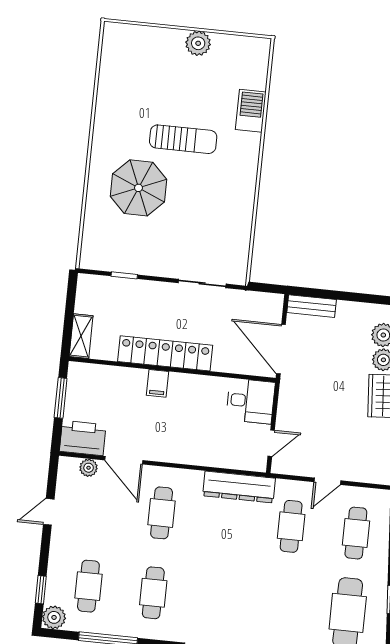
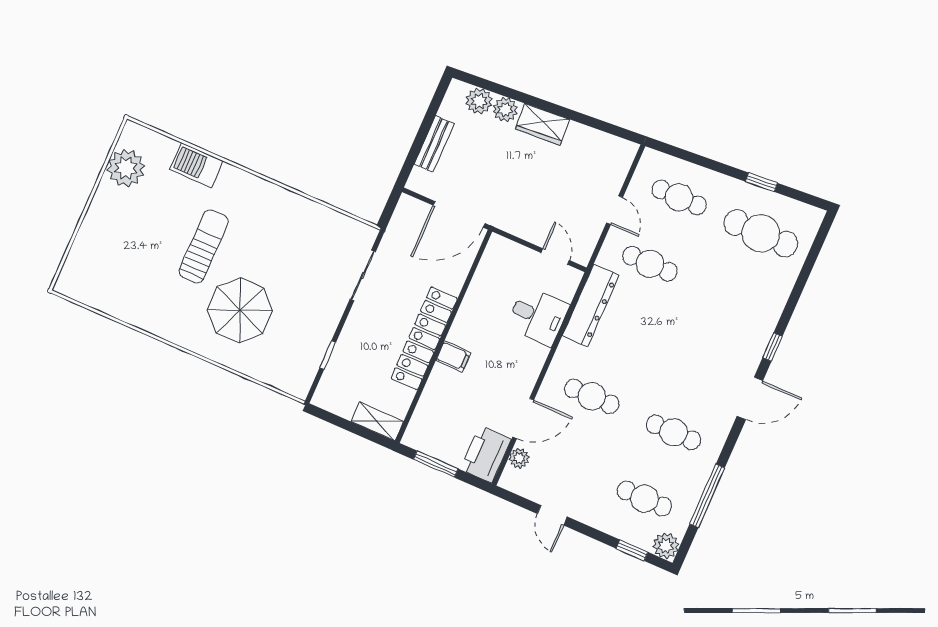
plant: (198, 43) -> (126, 168), moved, width x1.36, depth x1.36
bench: (312, 306) -> (434, 144), moved
desk: (250, 401) -> (538, 316), moved, turned 90

